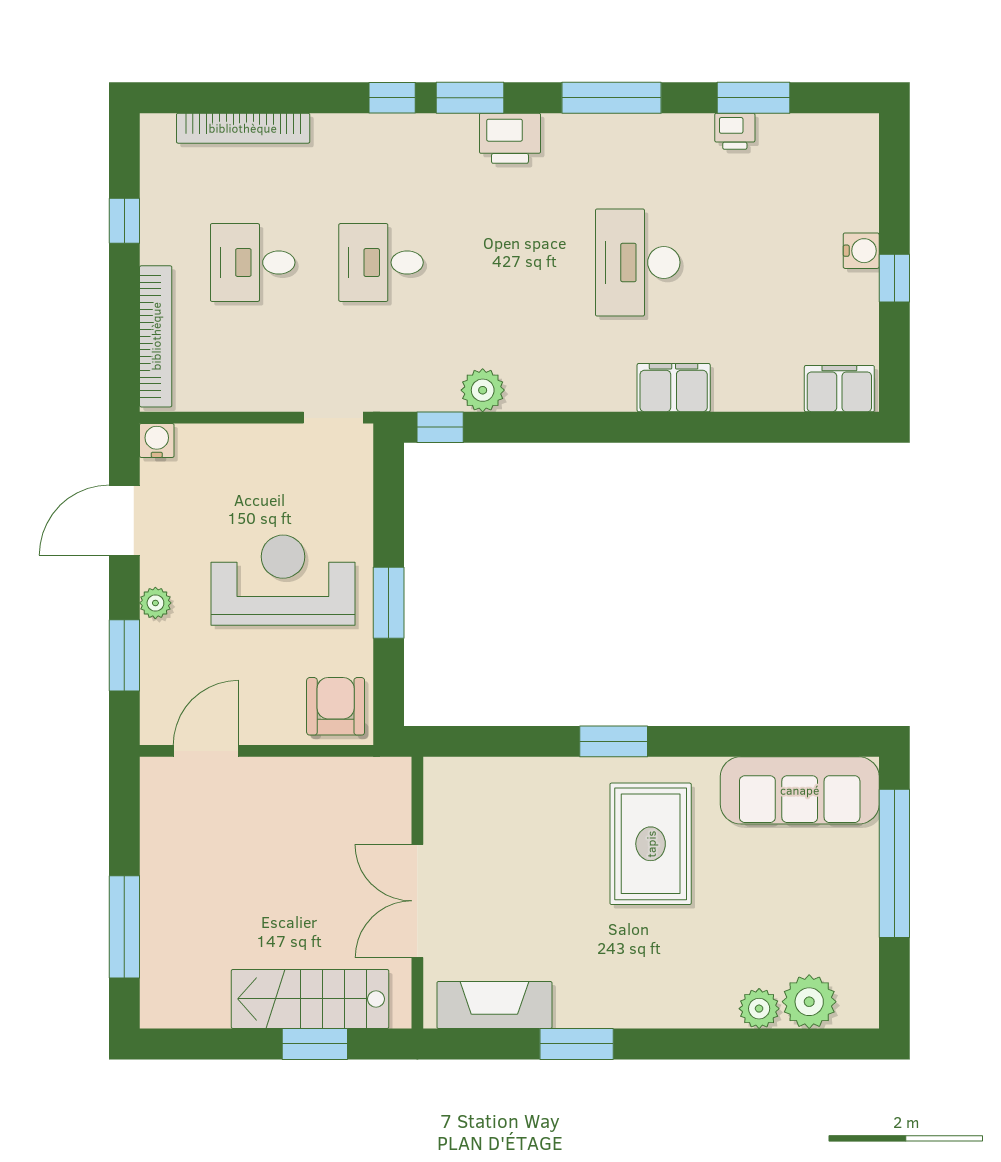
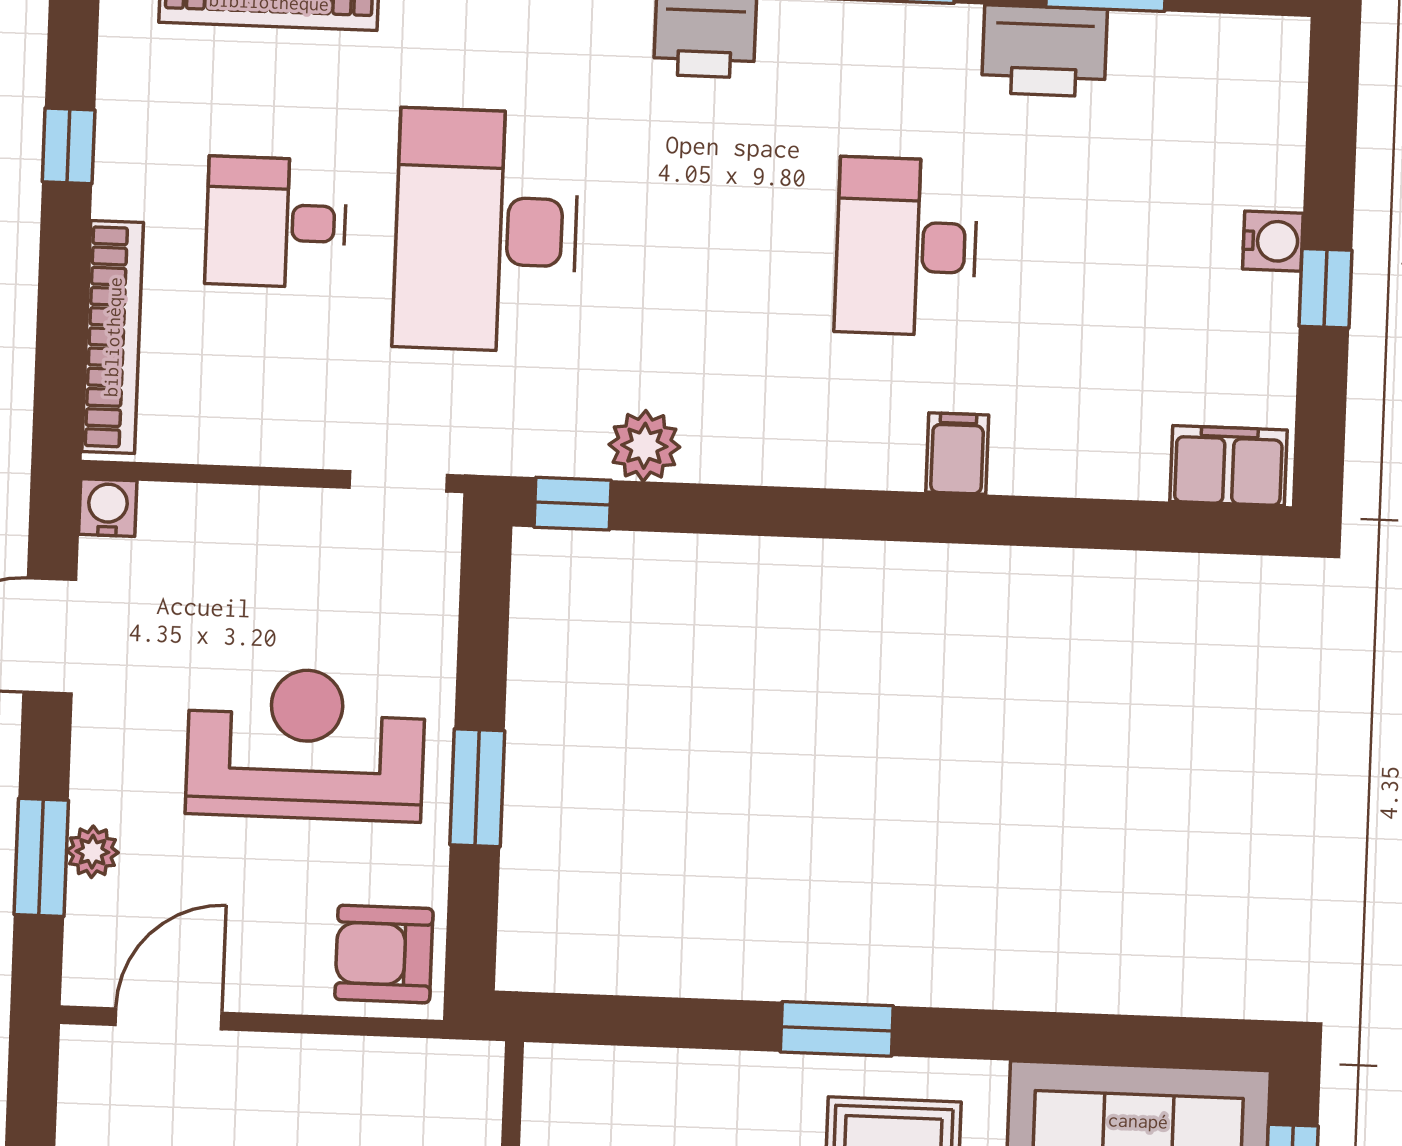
printer: (735, 131) -> (1044, 51), width x1.87, depth x1.48
desk: (381, 262) -> (486, 230), width x1.87, depth x1.30
filing cabinet: (674, 388) -> (957, 454), width x0.50
plant: (155, 603) -> (92, 852), moved
armchair: (336, 706) -> (384, 954), turned -90

